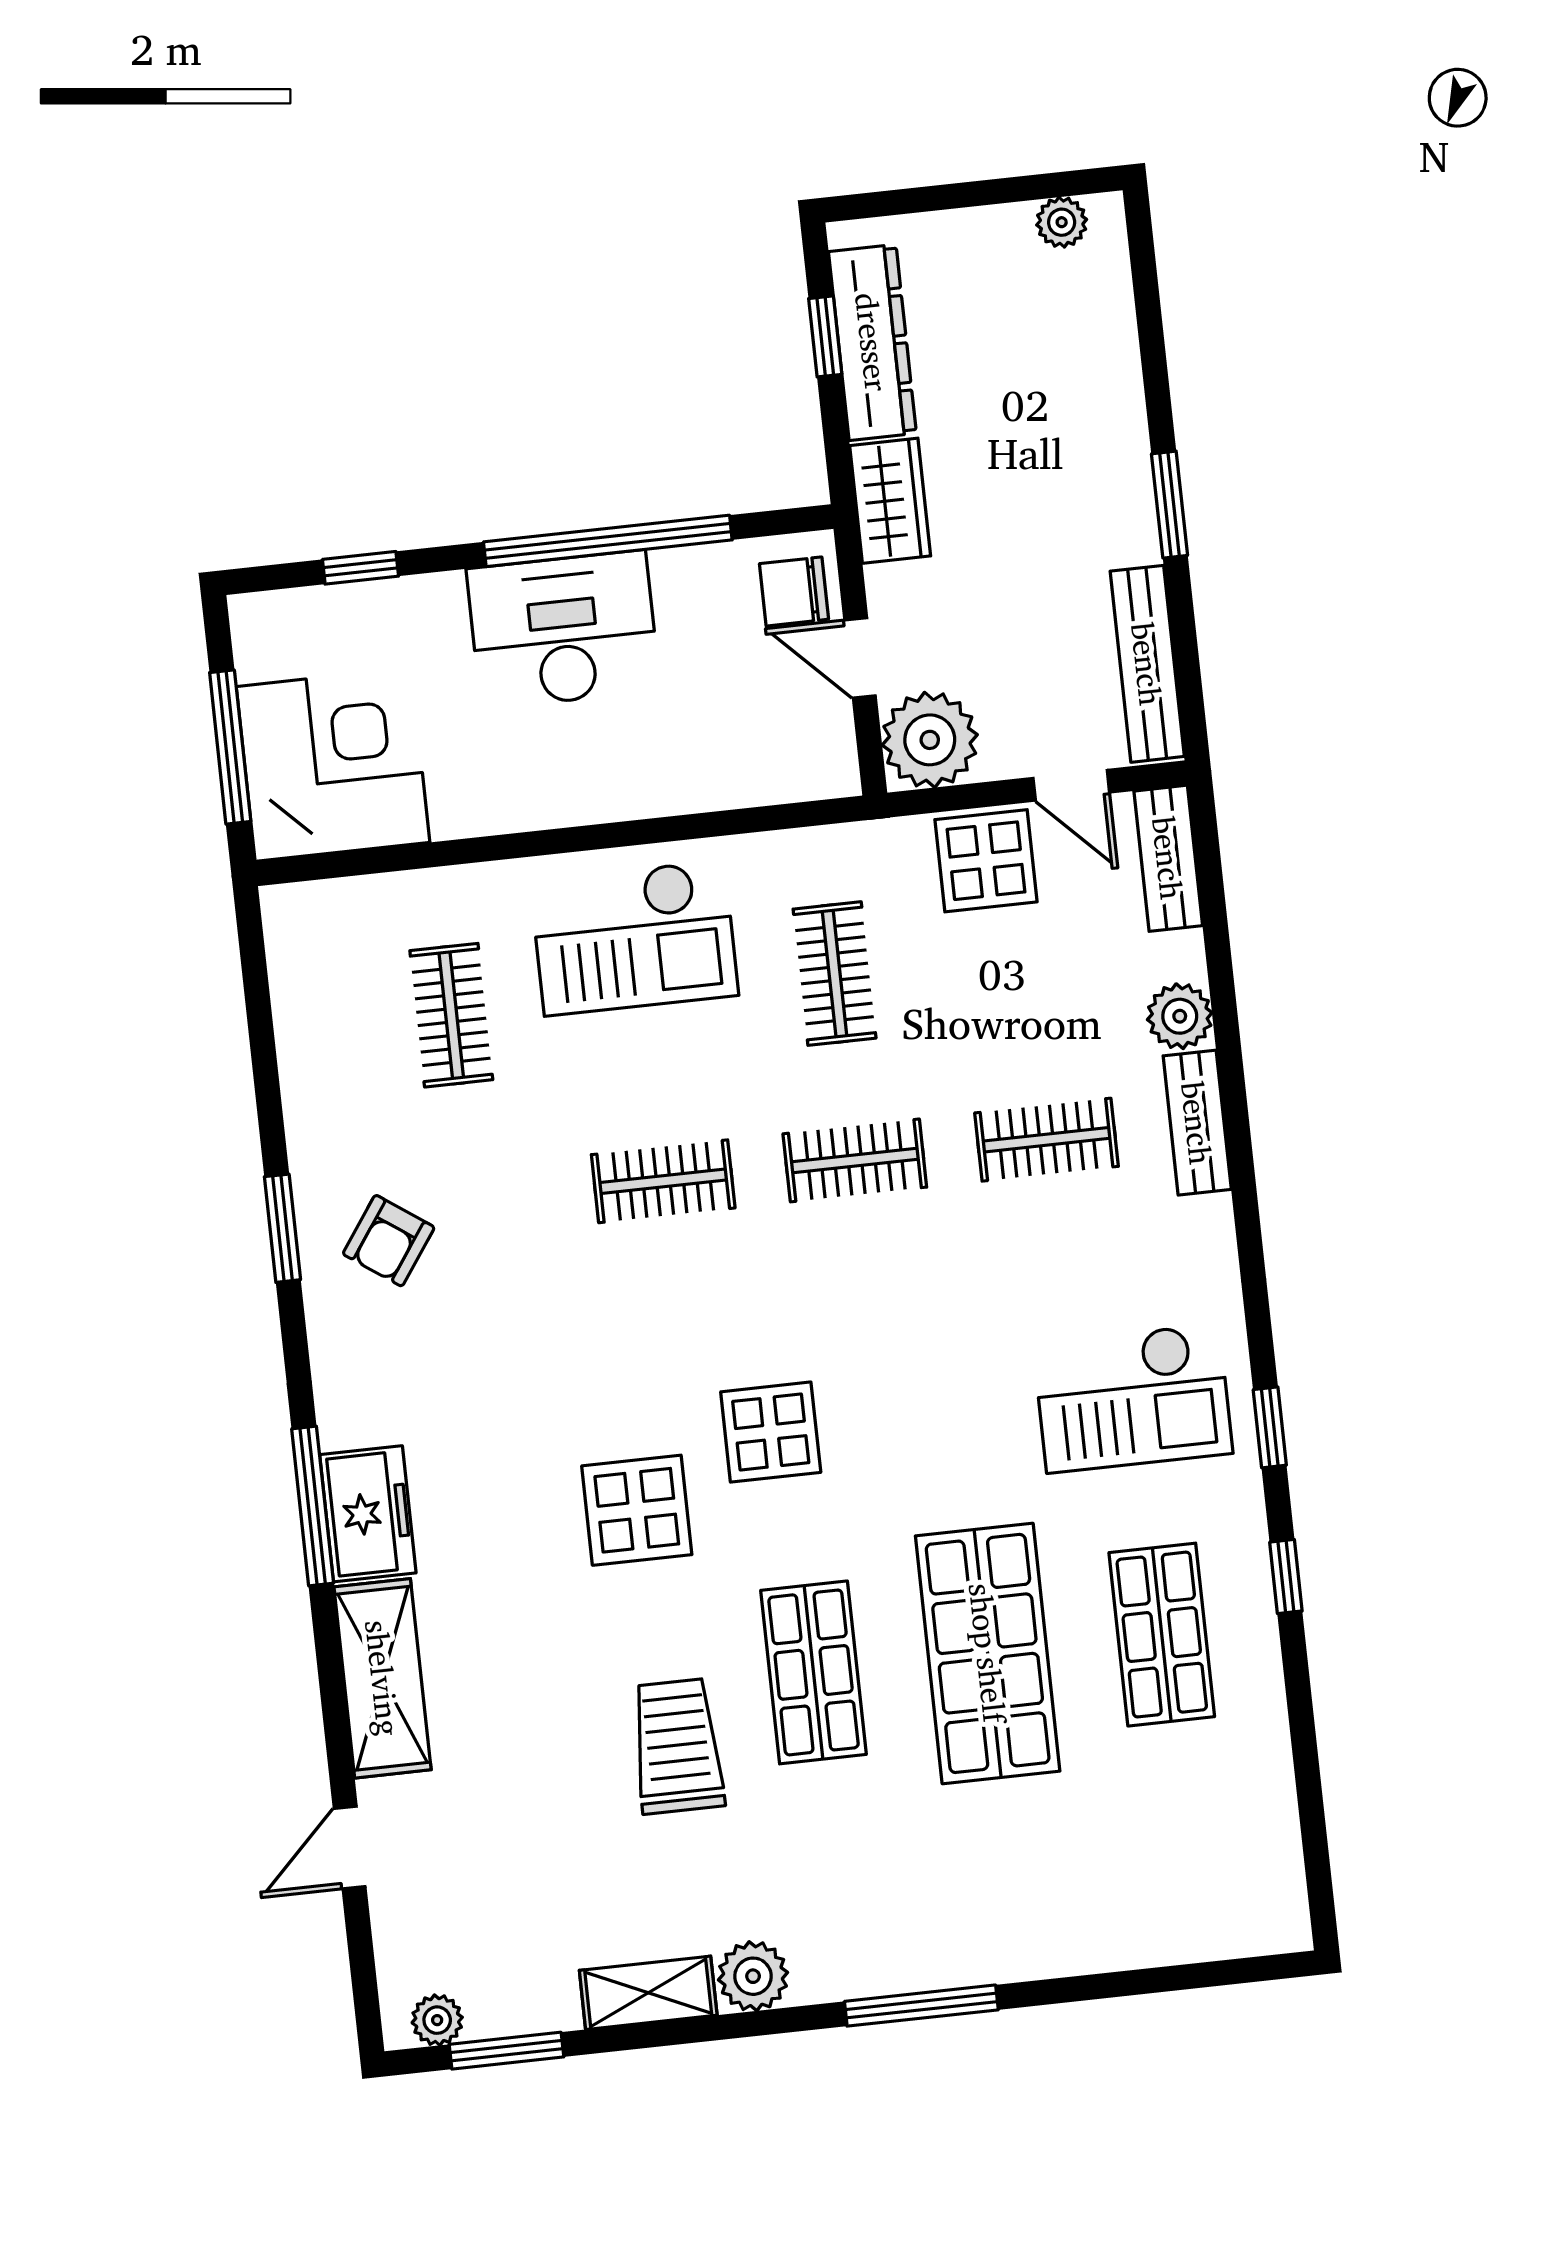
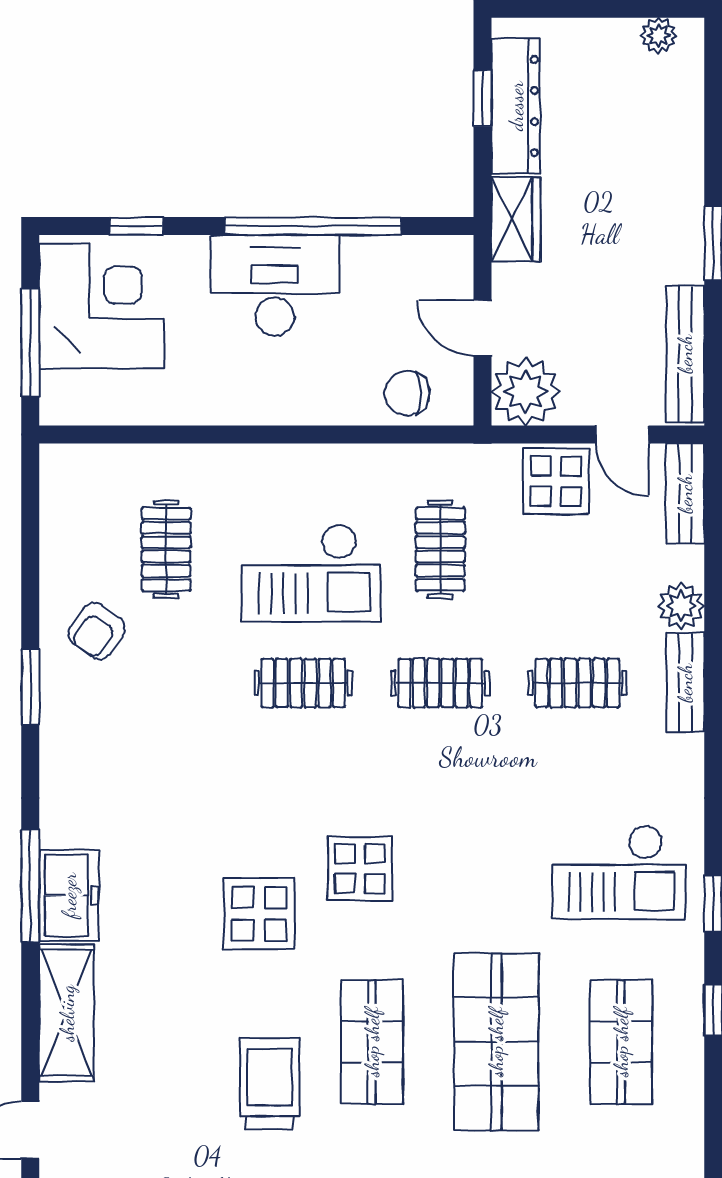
chair: (794, 591) -> (407, 393), moved
corner desk: (333, 765) -> (102, 306), moved
checkout: (634, 938) -> (311, 573), moved
armchair: (389, 1241) -> (97, 631), moved

